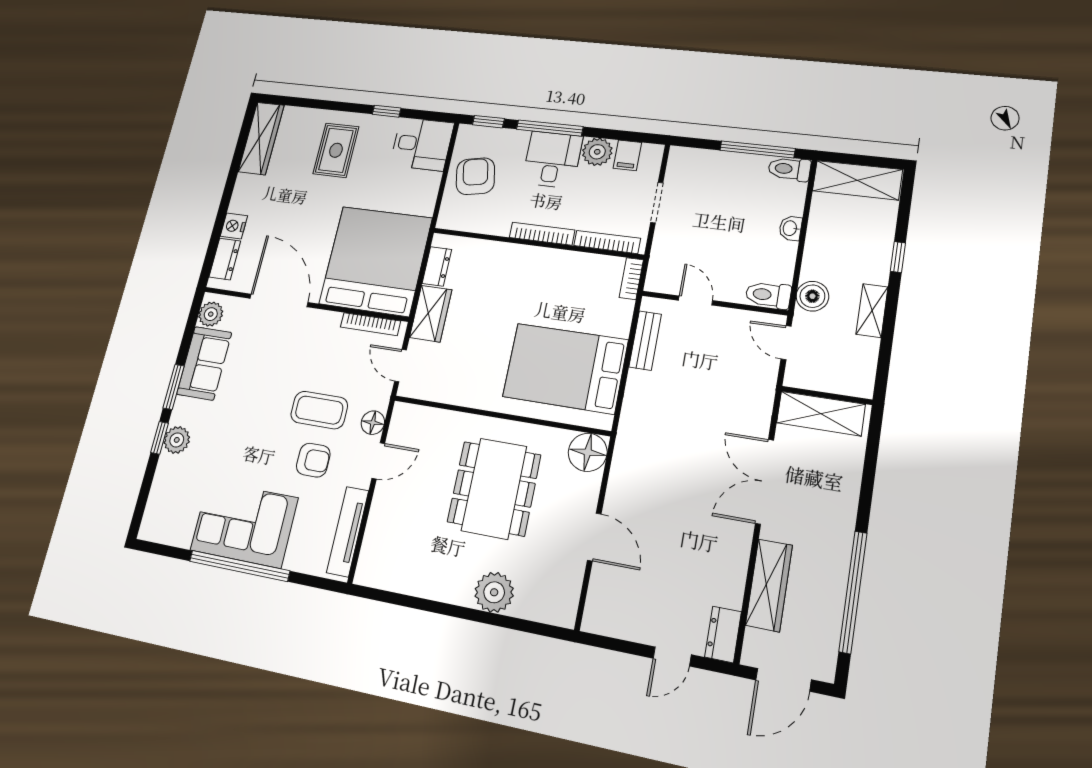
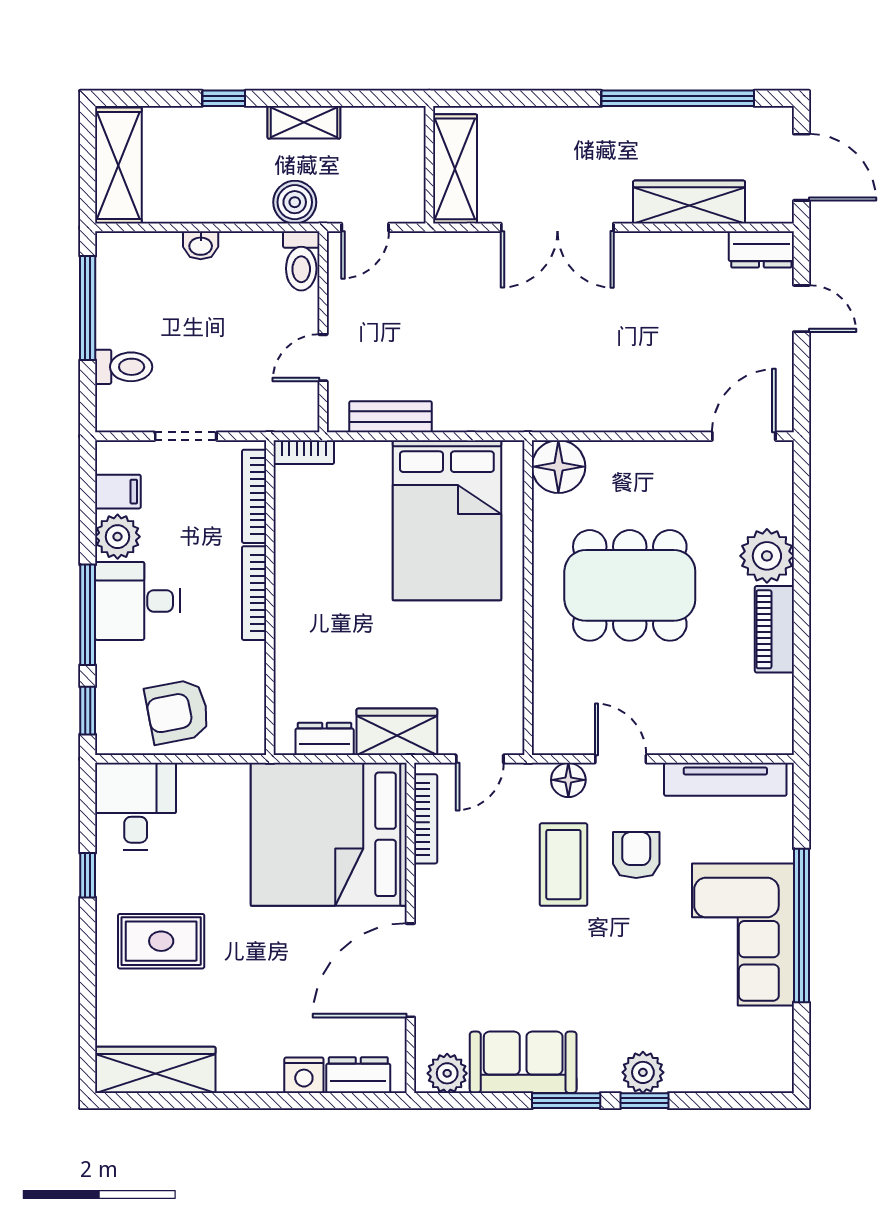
toilet: (789, 169) -> (124, 367), moved, turned -90
door: (594, 537) -> (744, 436), moved
piano: (441, 587) -> (774, 629), added

